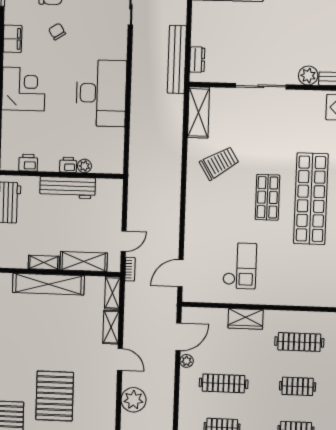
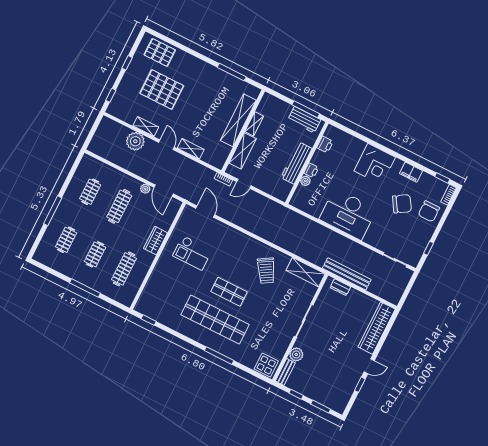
chair: (57, 31) -> (402, 204), width x1.87, depth x1.87
door: (124, 241) -> (244, 184), hinge flipped
shelving: (112, 293) -> (146, 126), moved
door: (120, 359) -> (166, 145), swing flipped

